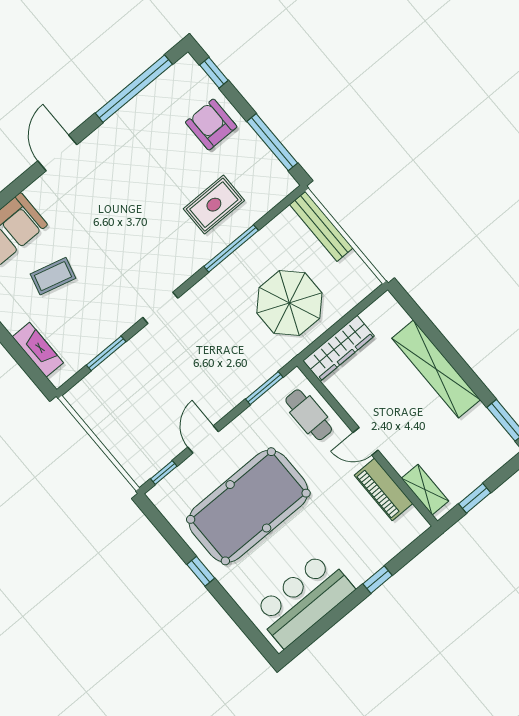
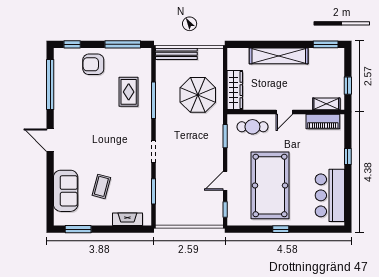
door: (203, 439) -> (225, 181), hinge flipped
piano: (384, 489) -> (323, 122), moved

